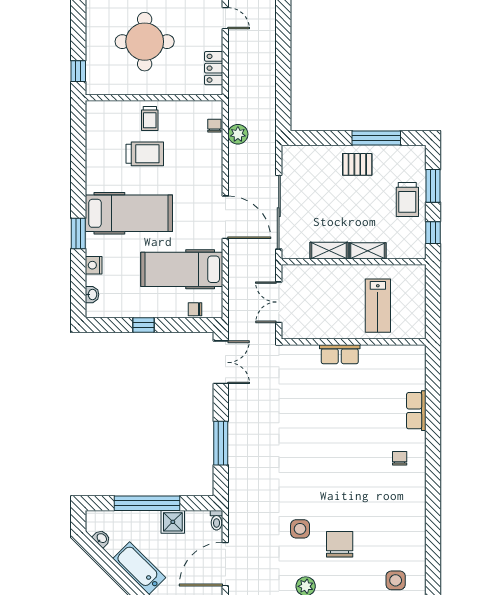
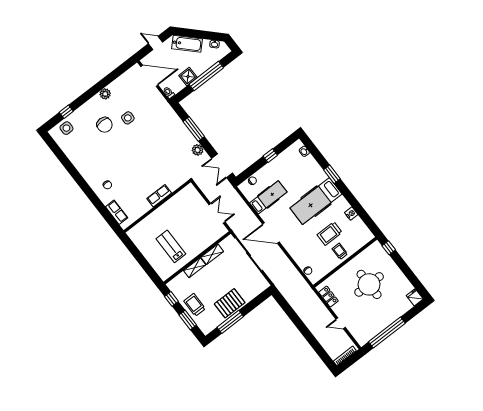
plant: (238, 134) -> (198, 150), moved
pallet: (357, 164) -> (230, 303), width x1.50, depth x1.42
nightstand: (94, 265) -> (351, 214), moved
hospital bed: (182, 269) -> (268, 197), width x0.73, depth x0.78
wall: (354, 342) -> (157, 206), moved
row of seats: (340, 354) -> (159, 196), moved
door: (225, 564) -> (149, 76), hinge flipped

